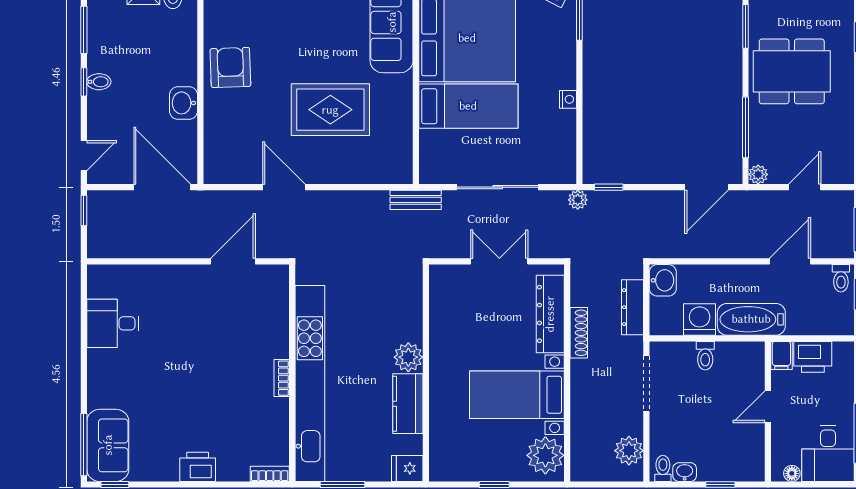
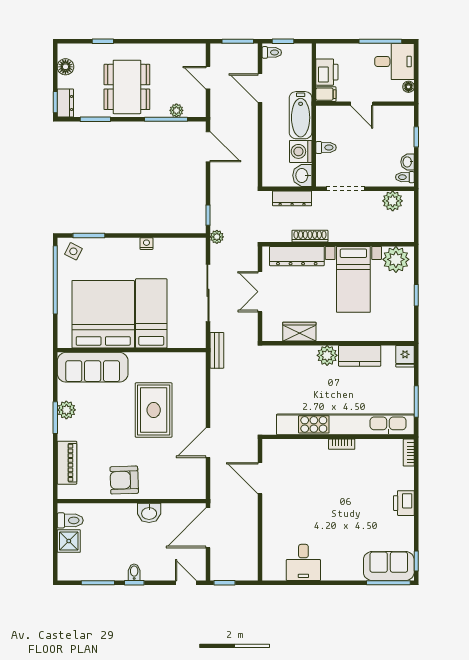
plant: (758, 174) -> (176, 110), moved
washbasin: (663, 280) -> (302, 175), moved, turned -90
wardrobe: (442, 318) -> (299, 332), added

